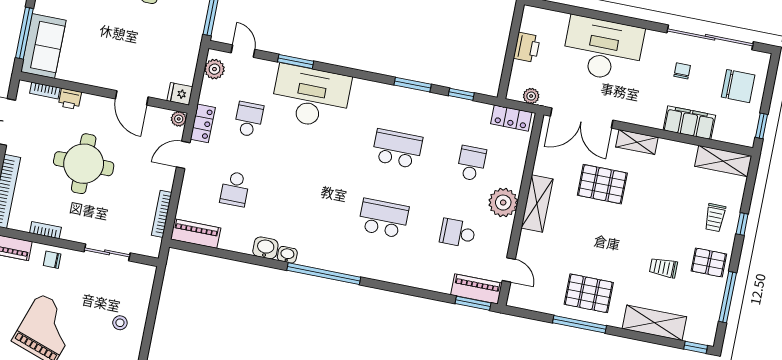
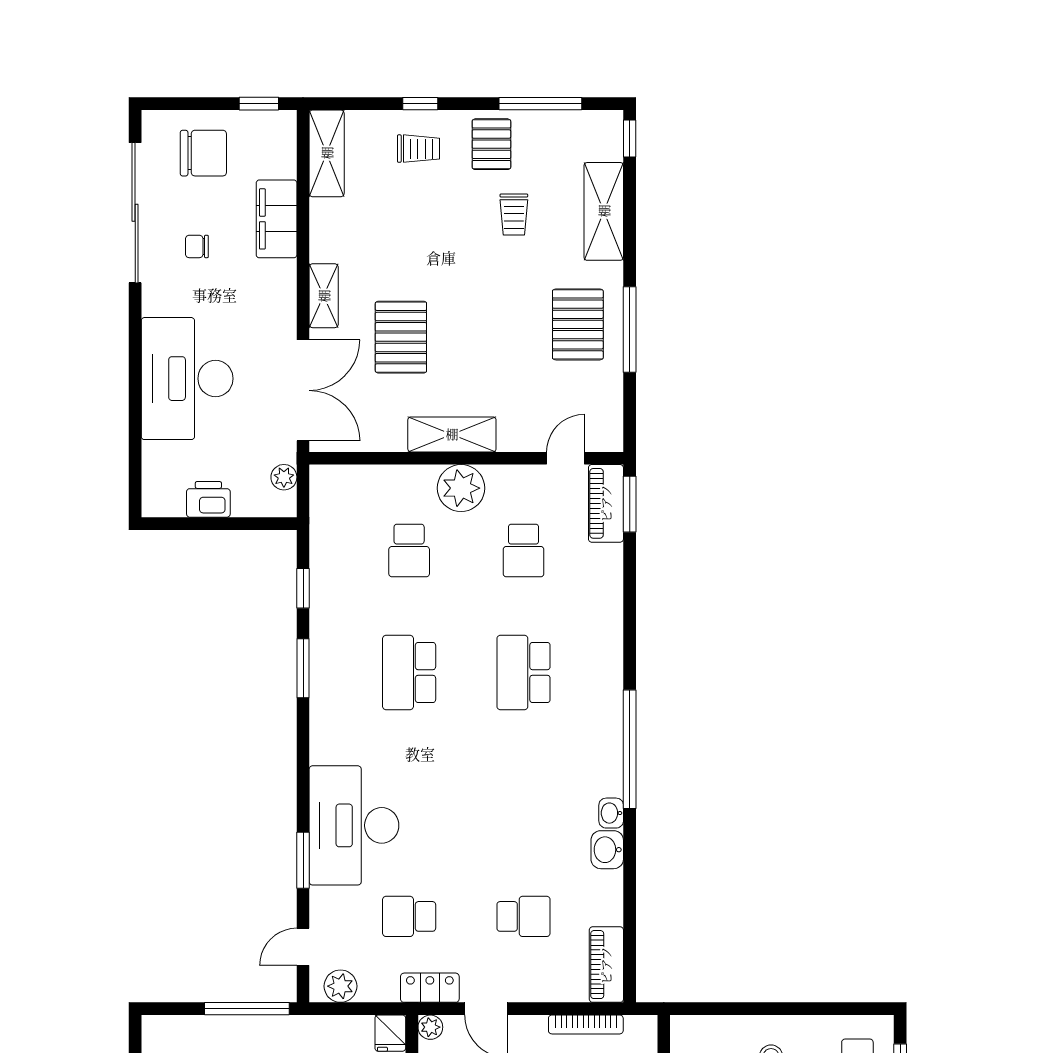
chair: (738, 86) -> (203, 153), turned 90
locker: (511, 118) -> (325, 502), removed
school desk: (471, 163) -> (409, 551), turned -90

